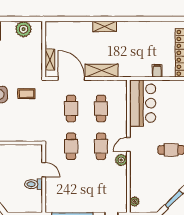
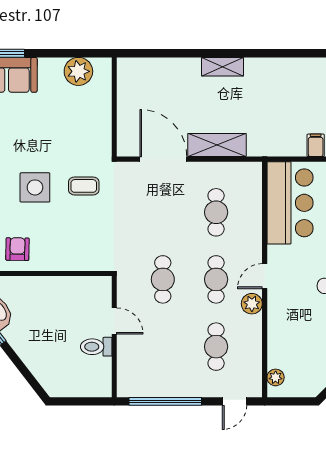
shelving: (50, 60) -> (125, 125), removed
cafe table: (71, 108) -> (216, 347), moved

